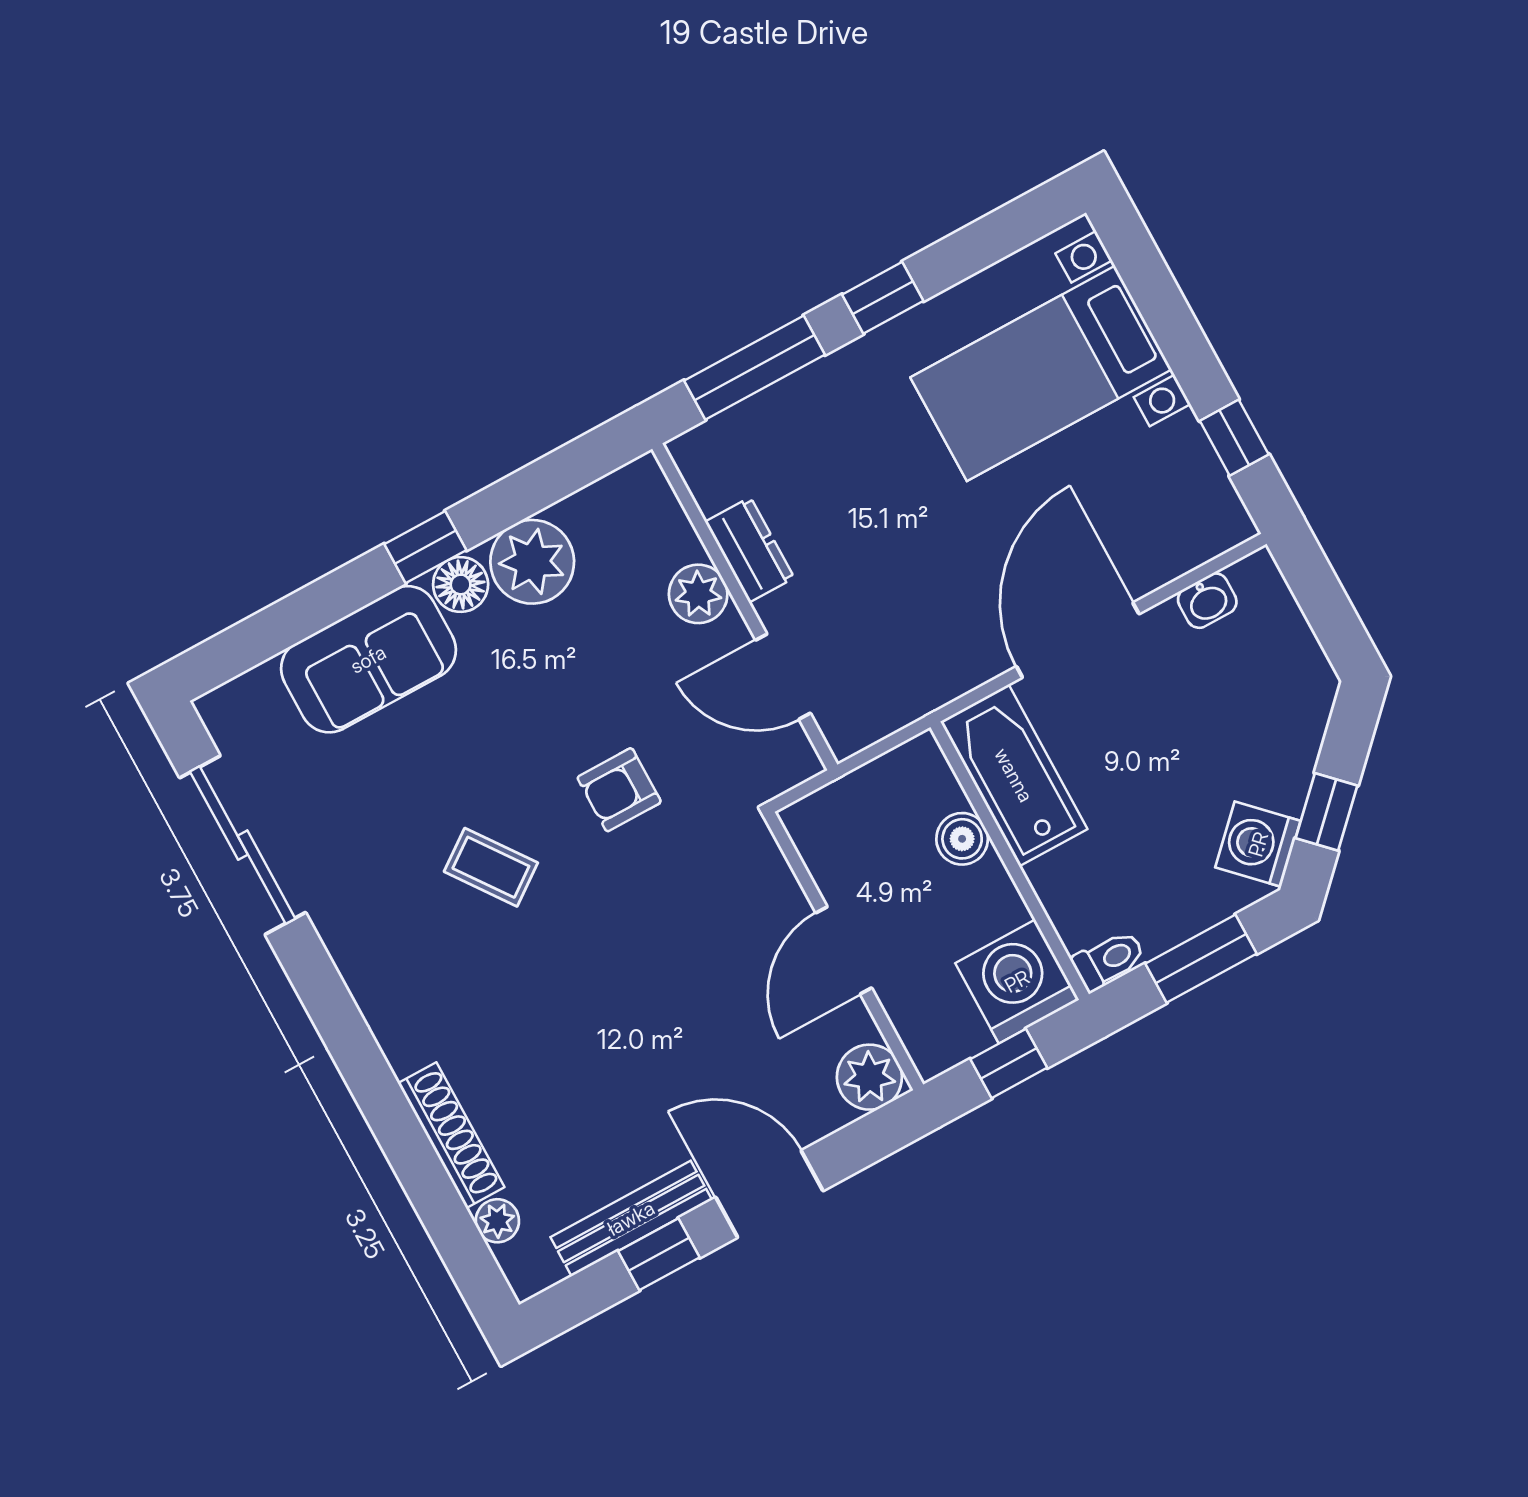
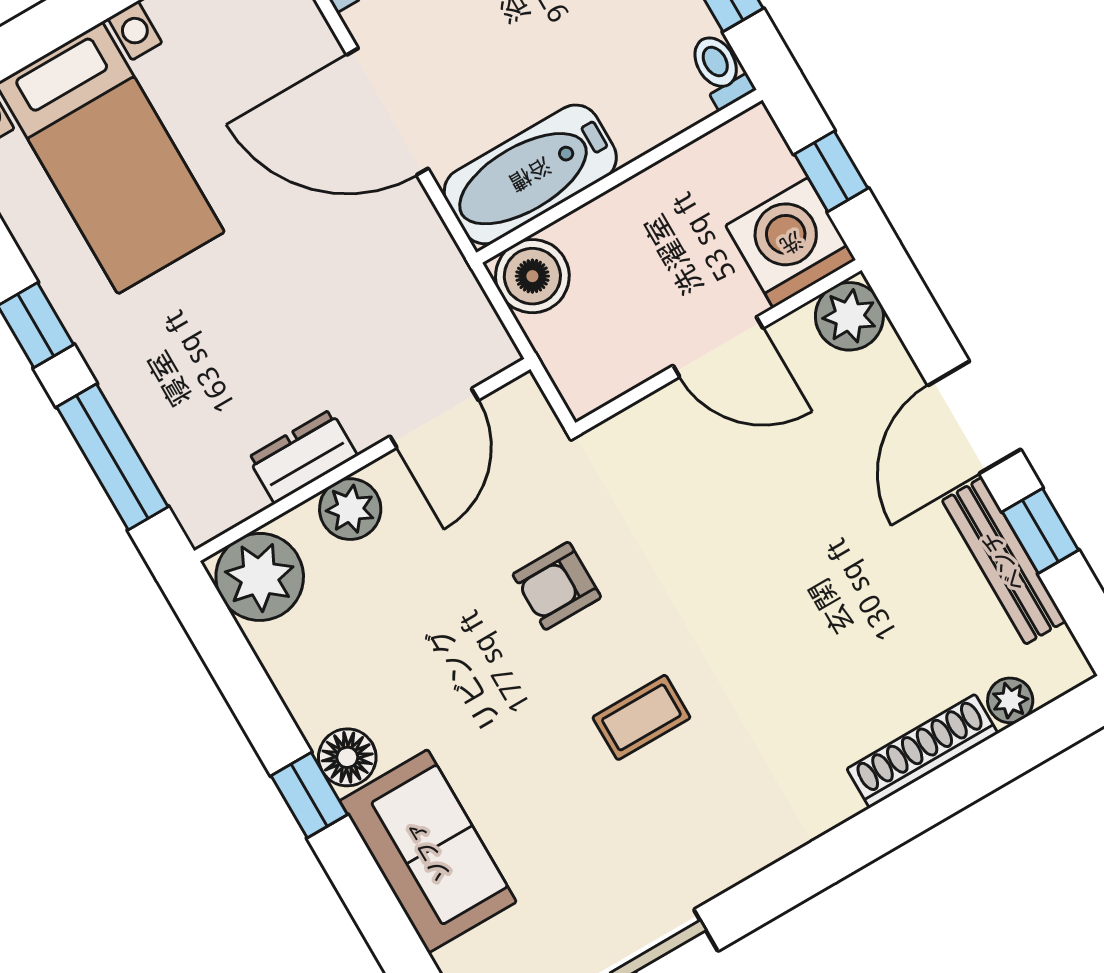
plant: (532, 562) -> (260, 577), moved
armchair: (619, 790) -> (557, 586), turned 90
boiler: (962, 839) -> (532, 276), moved, width x1.36, depth x1.36
coffee table: (491, 867) -> (641, 717), turned 36
washing machine: (1017, 981) -> (791, 243), moved, turned 90

